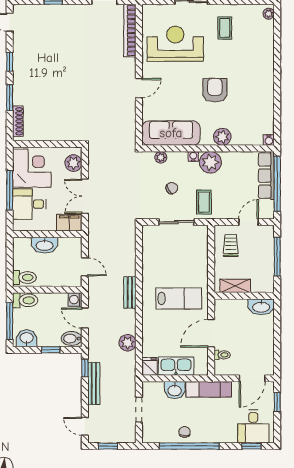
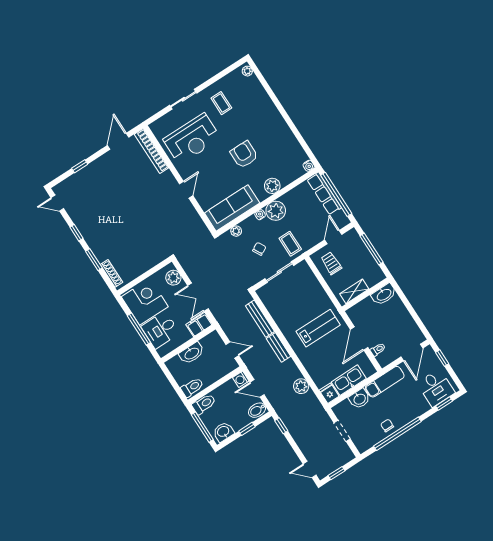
reception desk: (175, 44) -> (192, 139), turned 180
bench: (94, 383) -> (260, 319), moved

